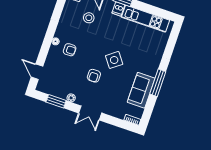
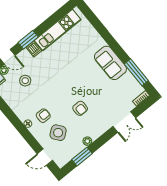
side table: (114, 60) -> (58, 133), moved
window: (158, 83) -> (136, 72), moved
sofa: (141, 90) -> (110, 63), moved
double door: (90, 113) -> (124, 122), moved

